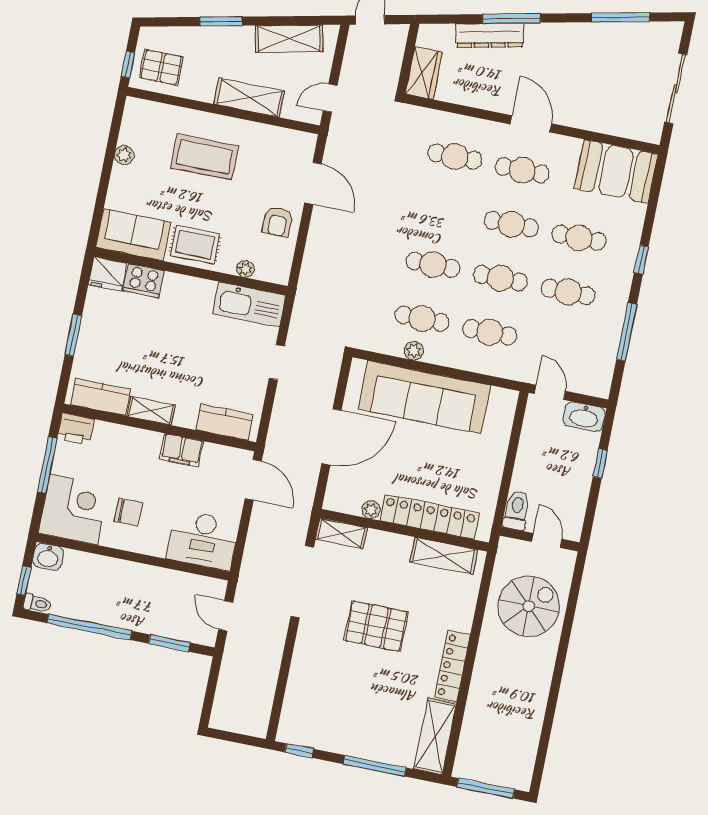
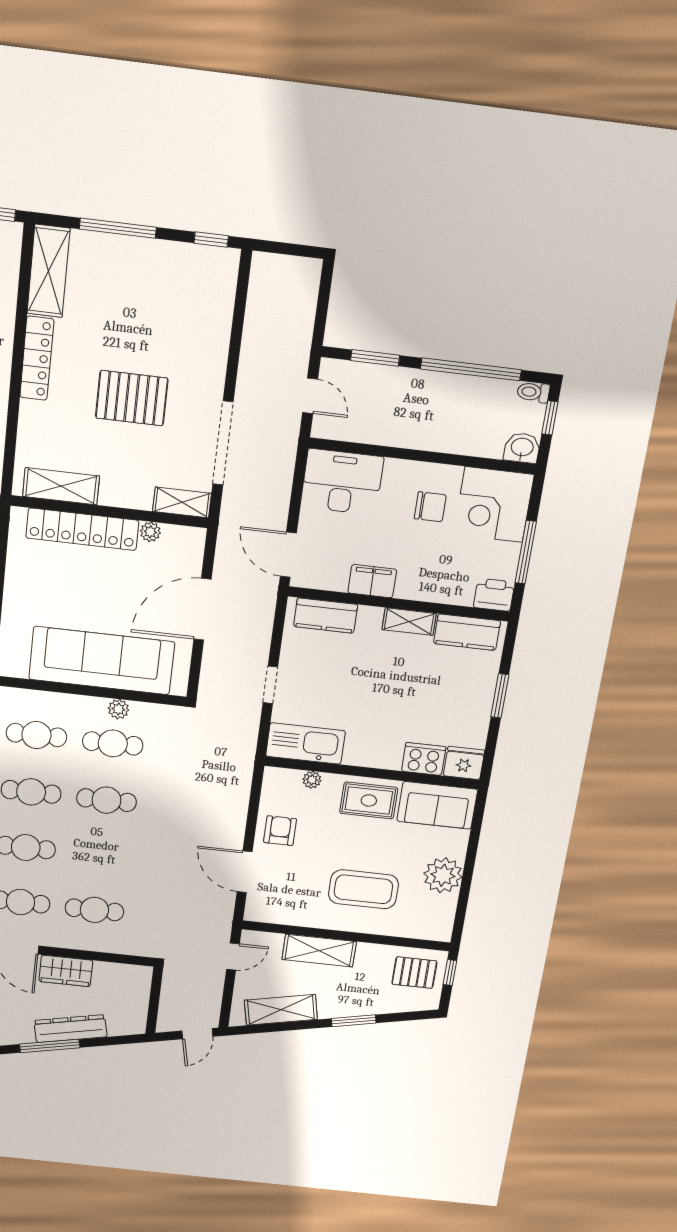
wardrobe: (424, 73) -> (66, 971), moved, turned -90
plant: (124, 155) -> (443, 875), width x1.88, depth x1.88
chair: (128, 512) -> (430, 507), turned 180

